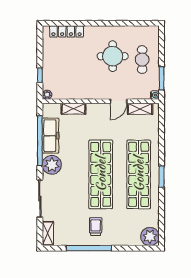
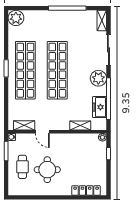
door: (119, 101) -> (42, 132), swing flipped
freezer: (51, 136) -> (100, 107), width x0.71
trolley: (96, 227) -> (62, 26), removed

